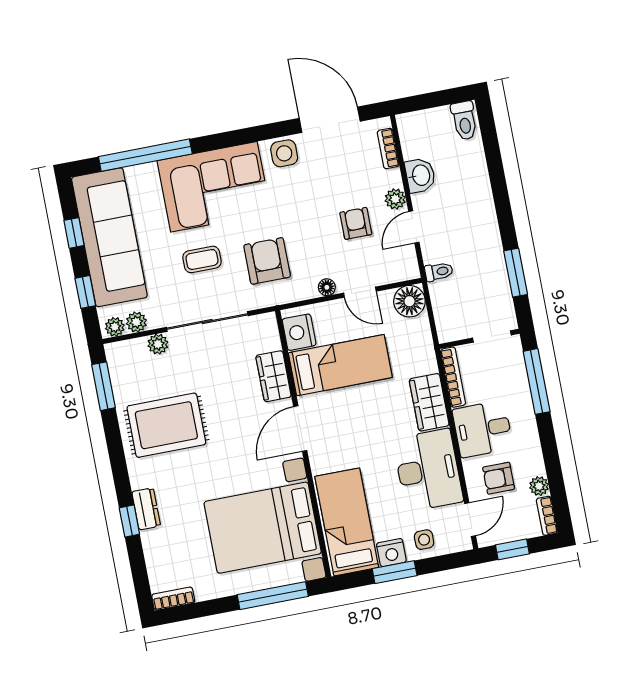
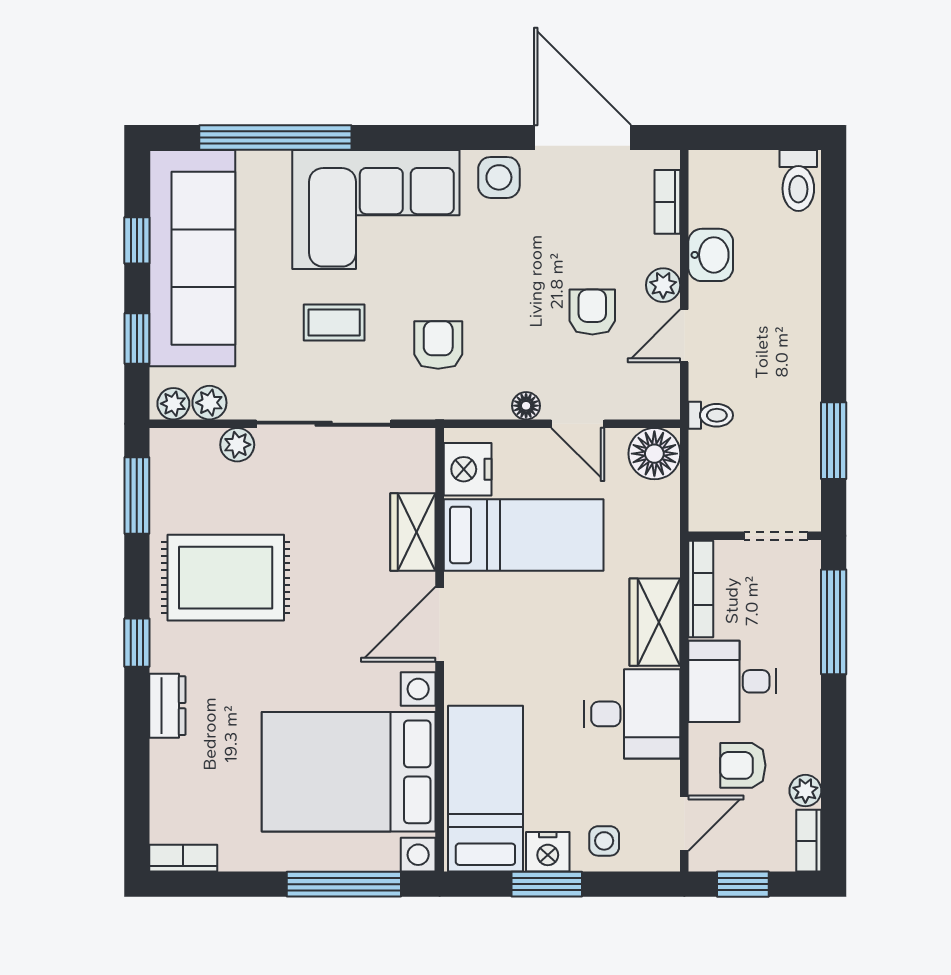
armchair: (267, 261) -> (438, 345), width x0.72, depth x0.72
desk: (428, 470) -> (632, 714), width x0.73
window: (129, 521) -> (137, 643), moved

